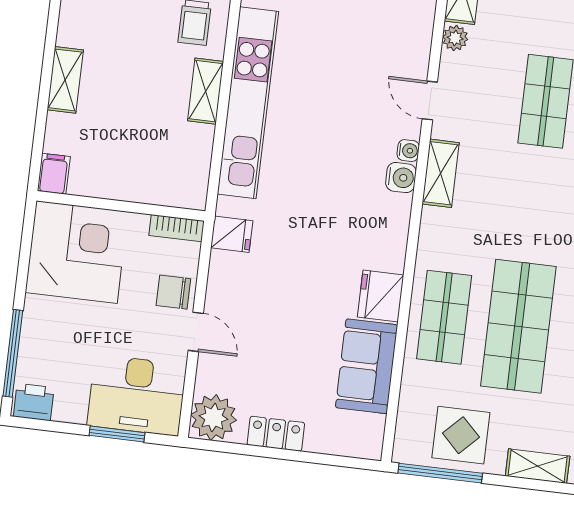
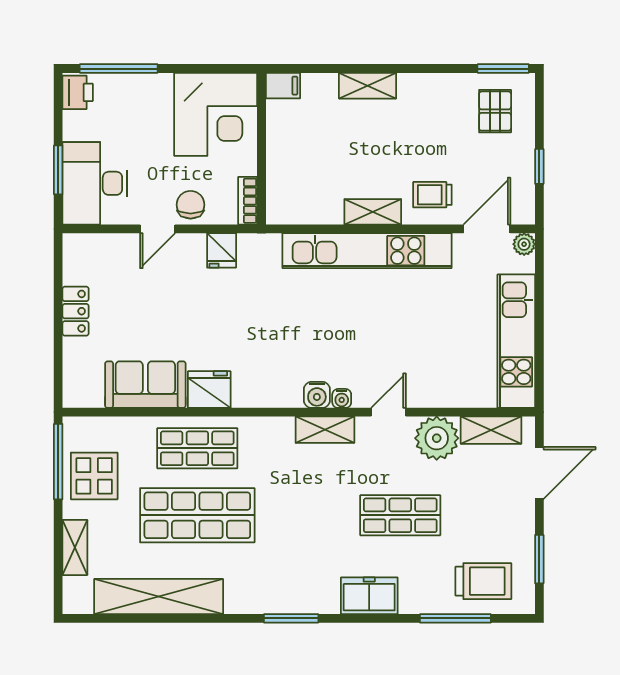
plant: (455, 38) -> (437, 438), width x1.87, depth x1.87
fridge: (232, 234) -> (222, 250), moved
plant: (214, 418) -> (83, 254), removed

